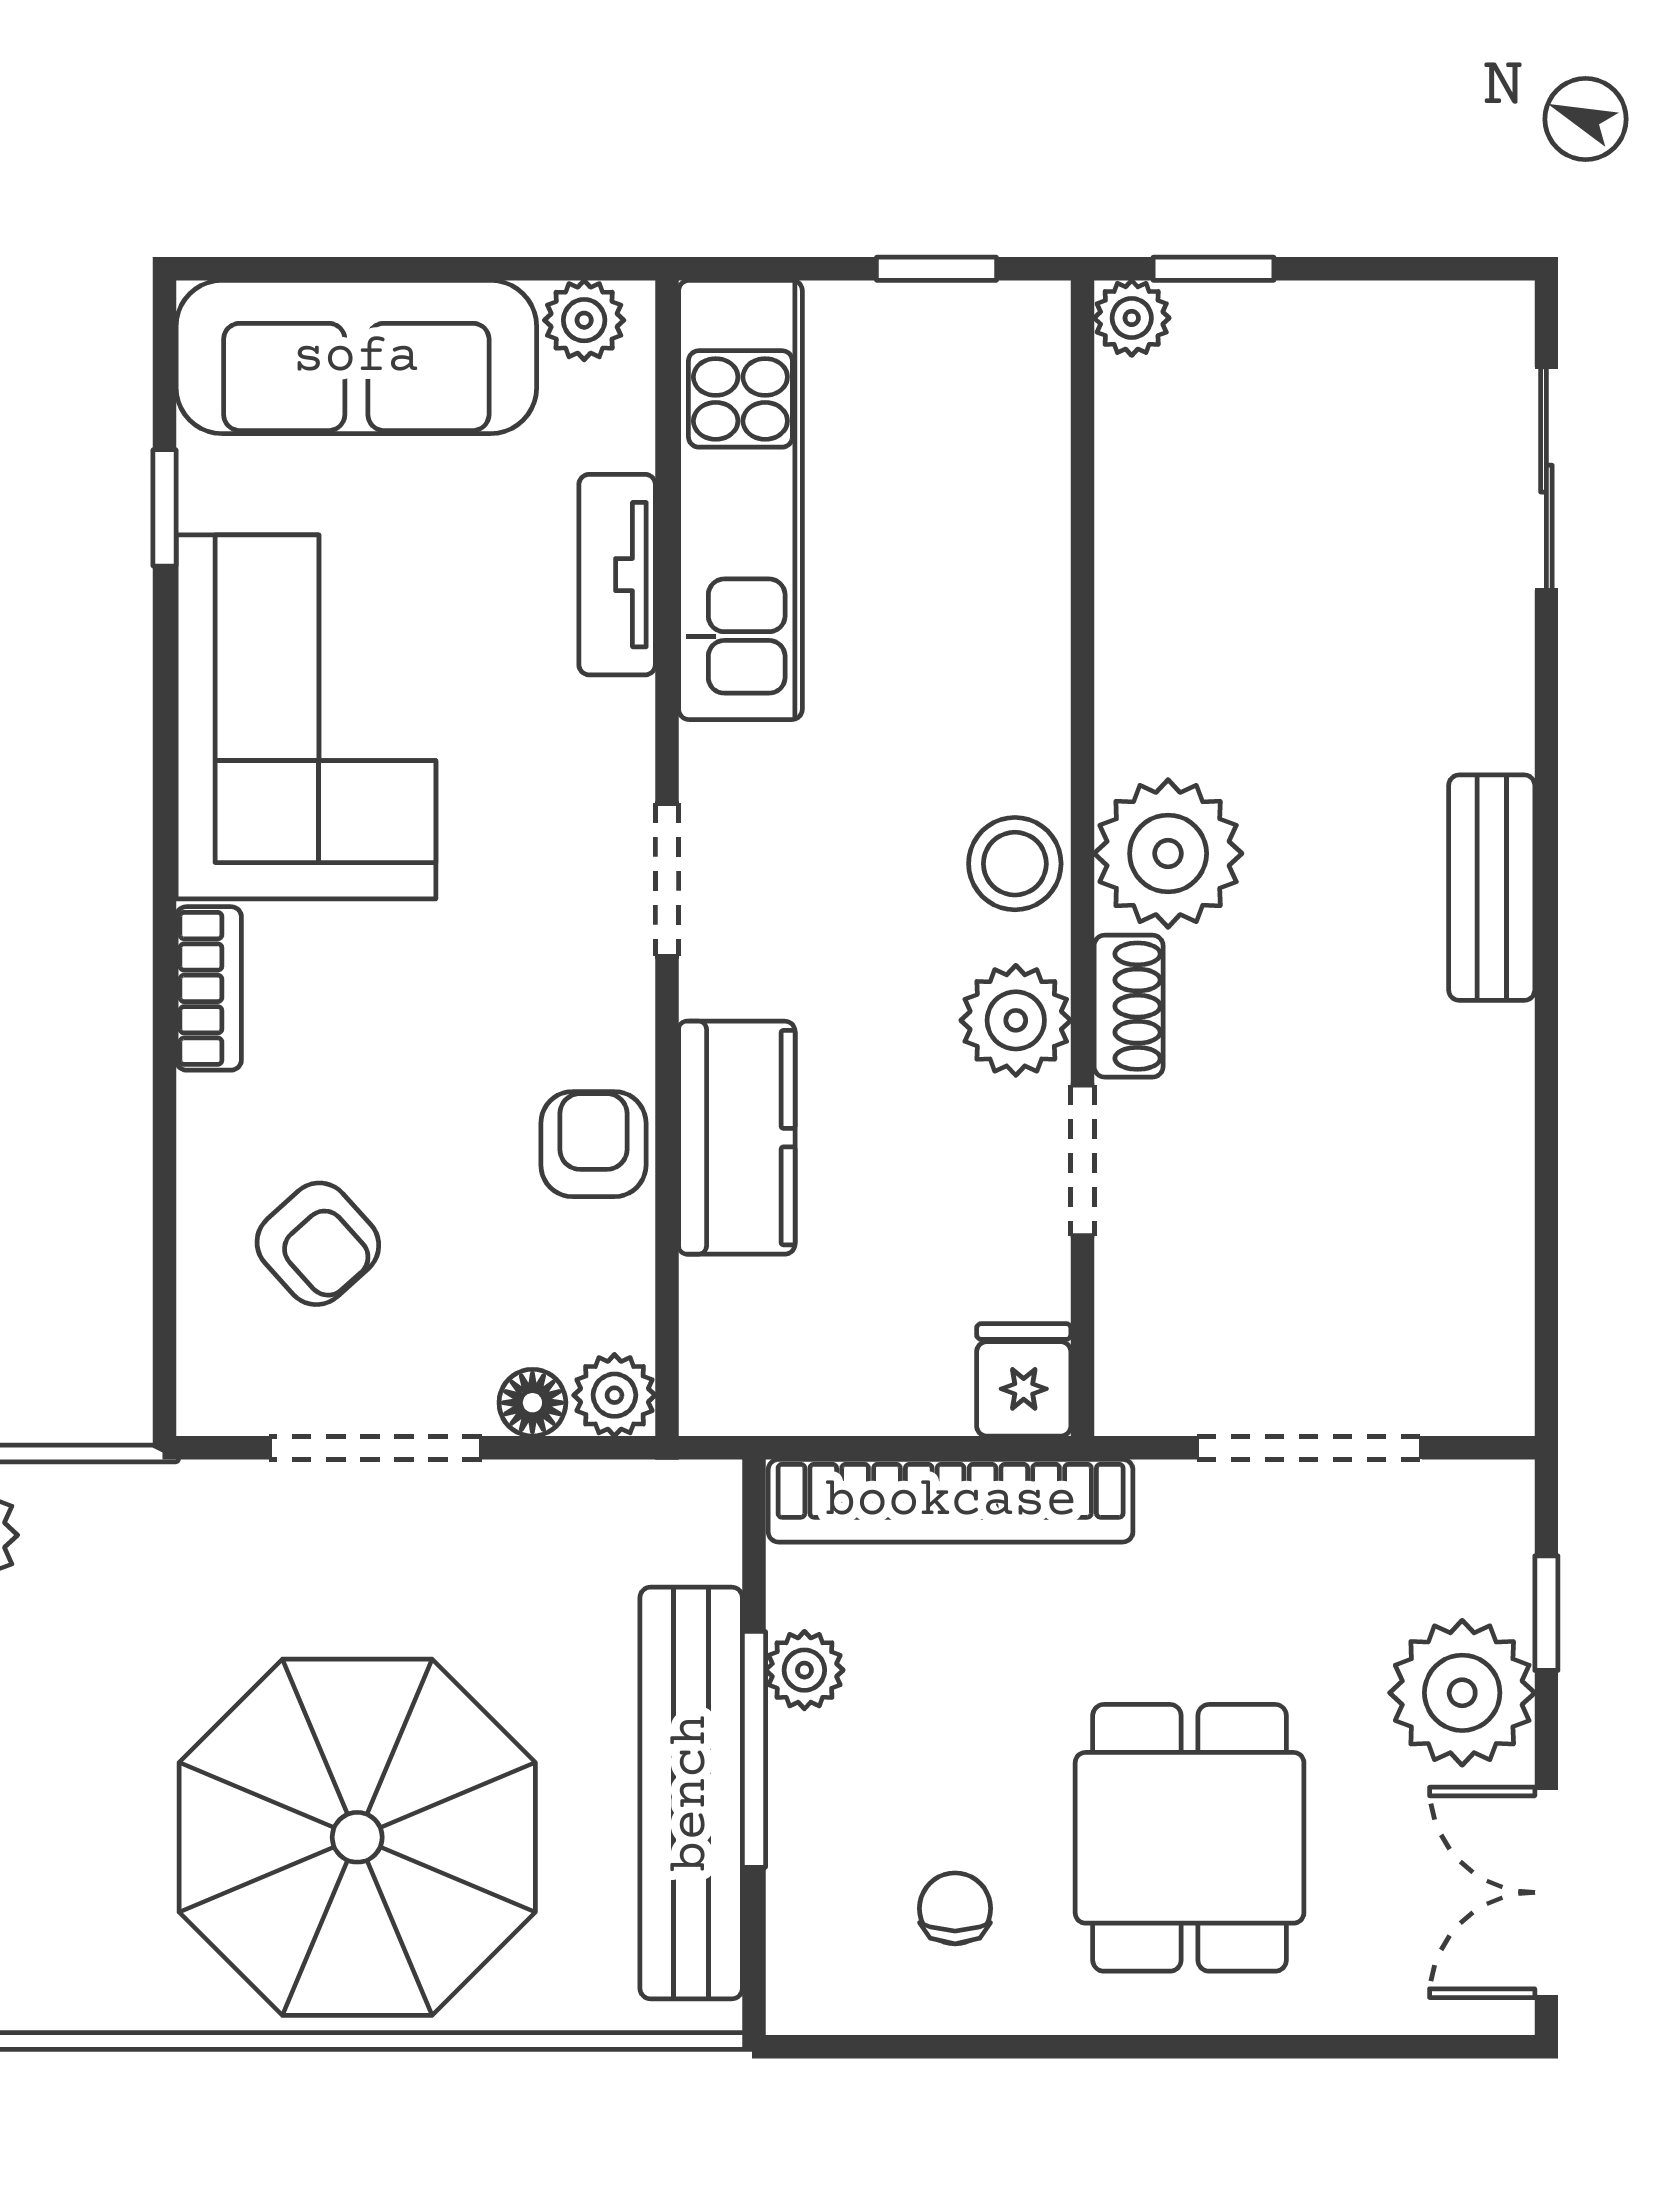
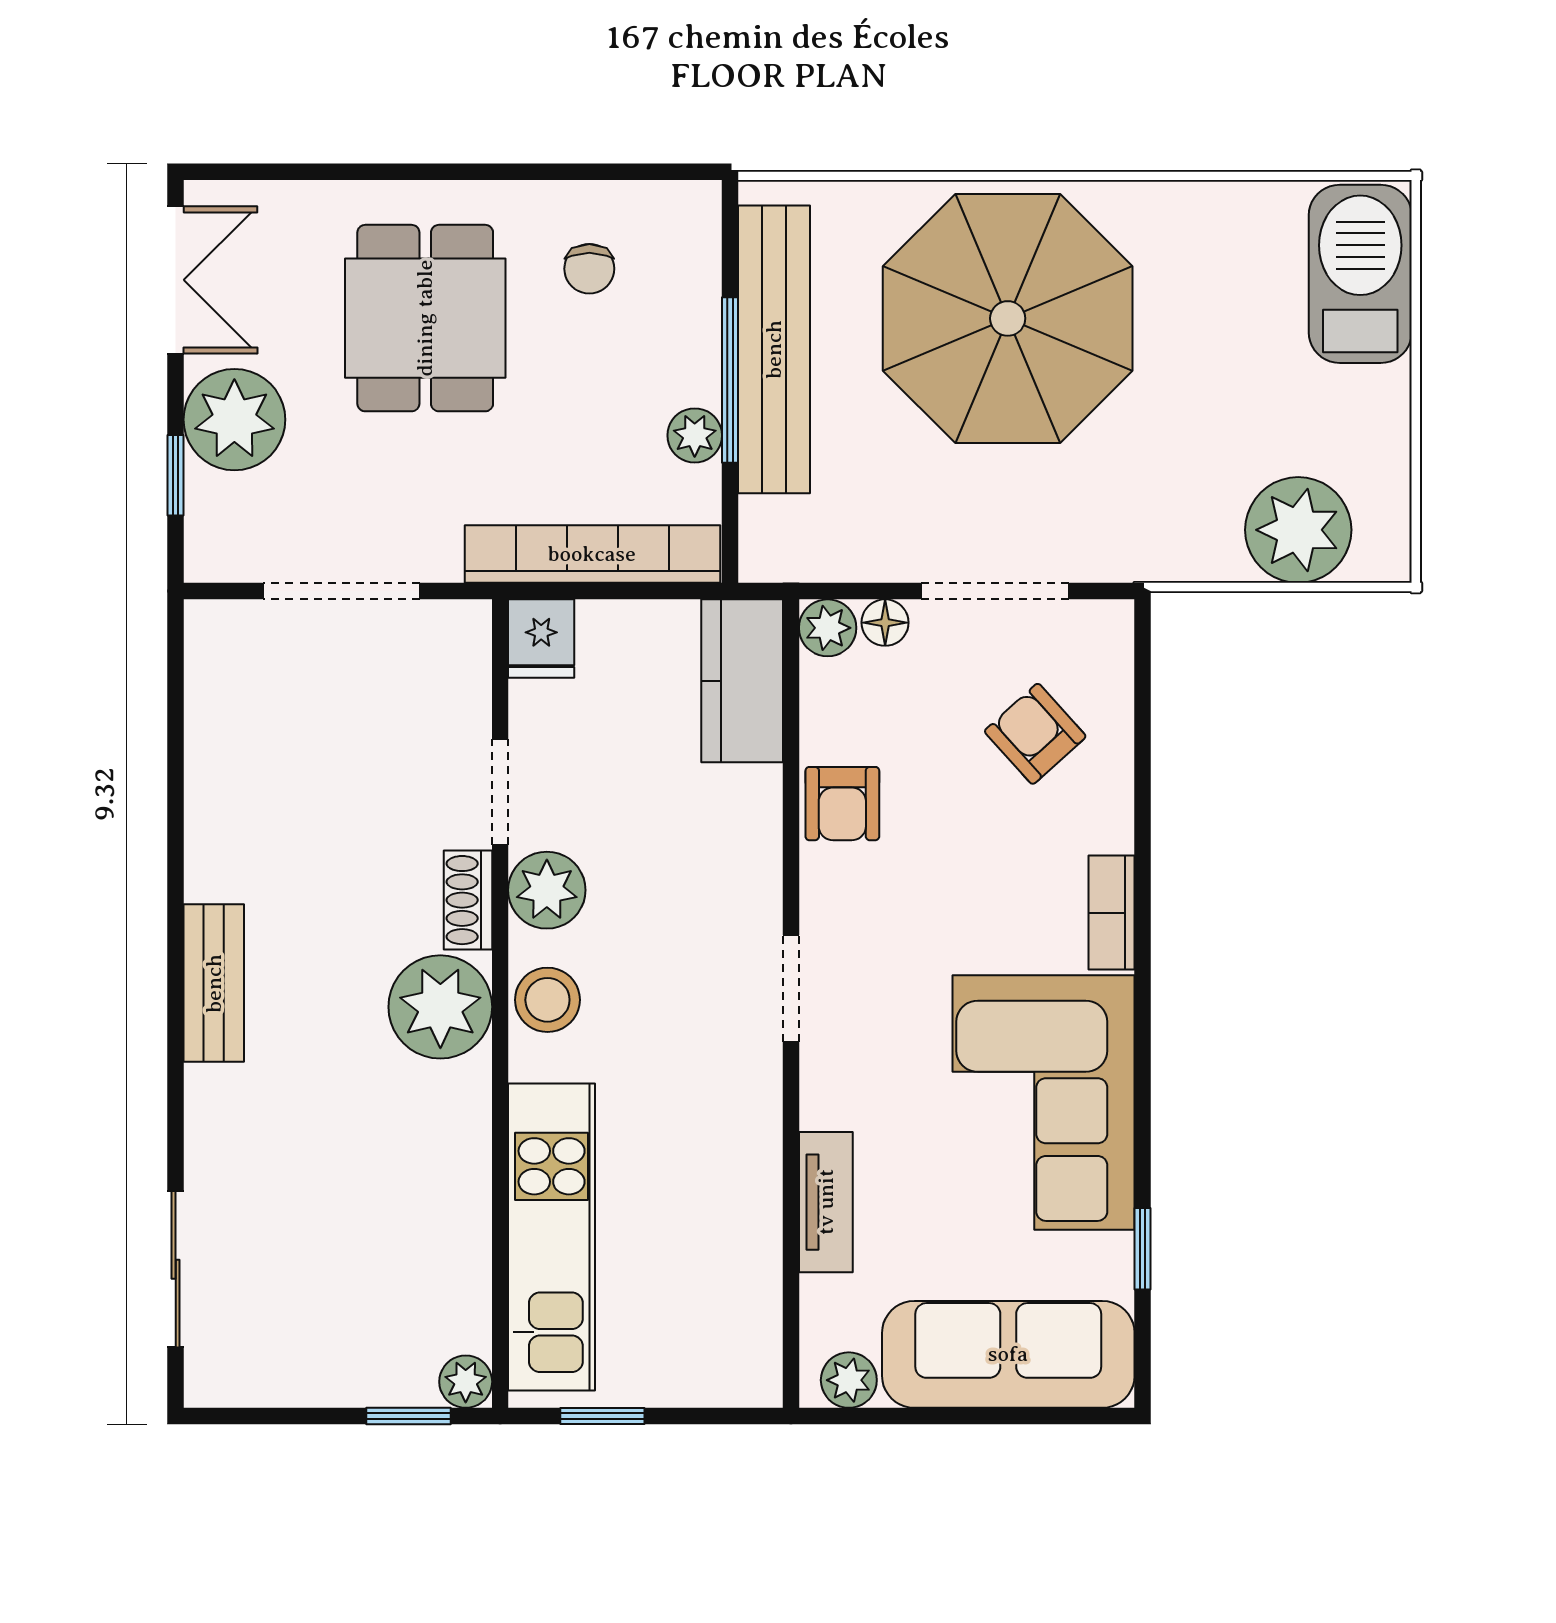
kitchen unit: (740, 500) -> (552, 1237), moved, turned 180
kitchen counter: (737, 1138) -> (742, 681), moved

